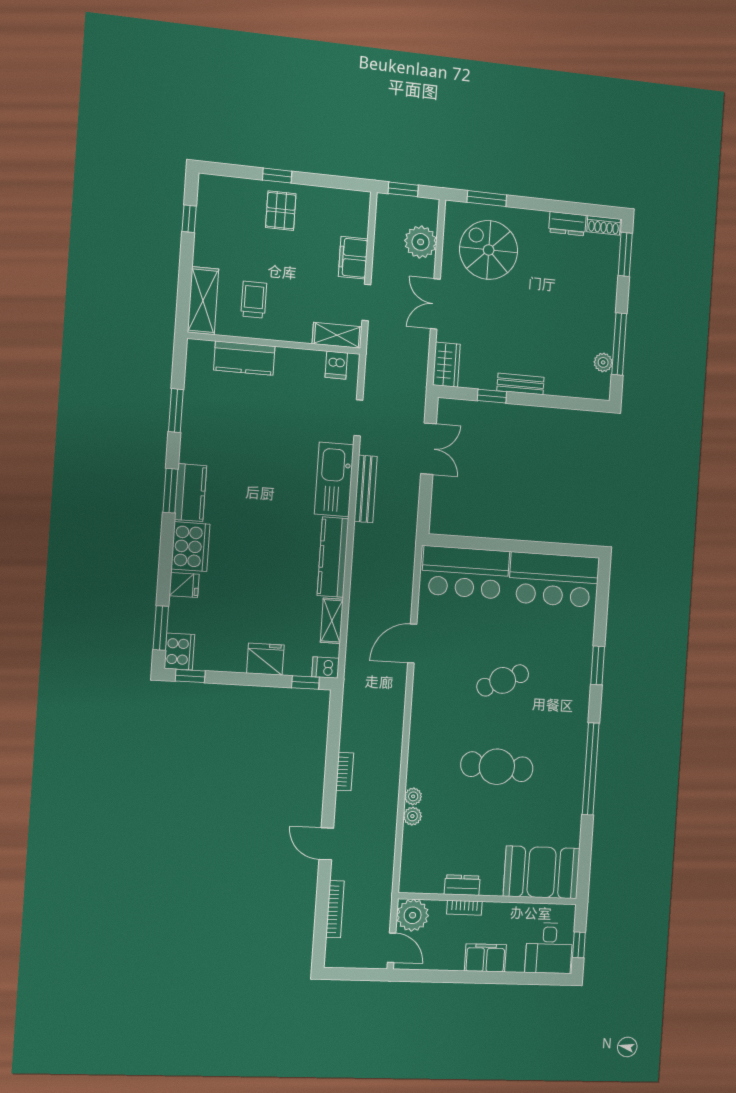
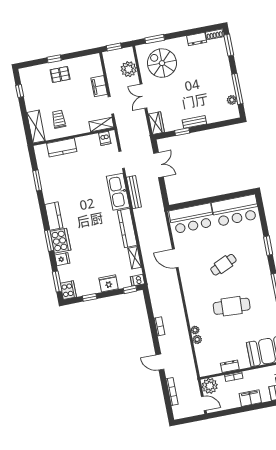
pallet: (281, 211) -> (60, 74), turned 90
window: (170, 491) -> (49, 241), moved
door: (412, 643) -> (175, 258), hinge flipped
window: (190, 676) -> (90, 297), moved

